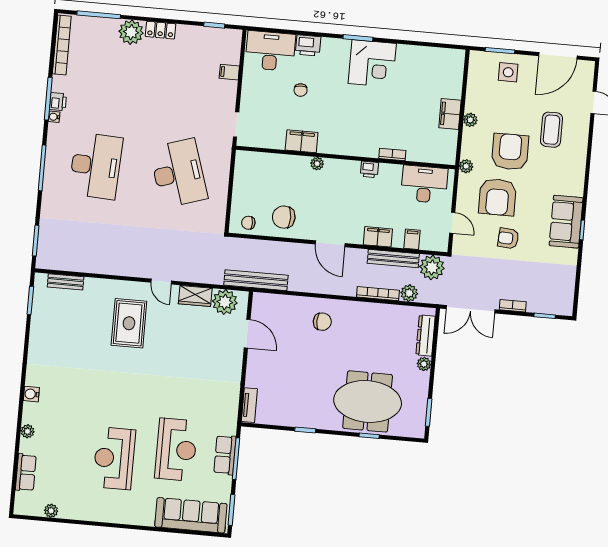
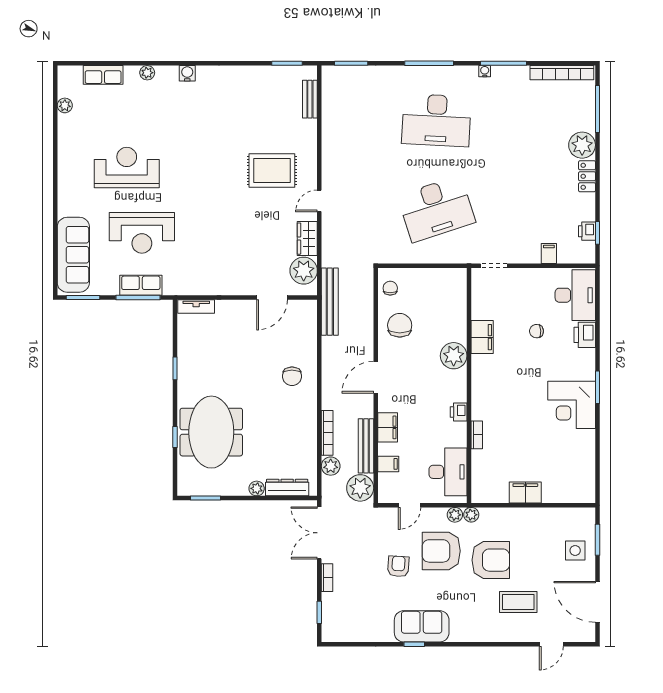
printer: (58, 102) -> (587, 231), moved, turned 90
plant: (470, 120) -> (455, 515), moved
plant: (317, 164) -> (454, 356), width x1.87, depth x1.87

